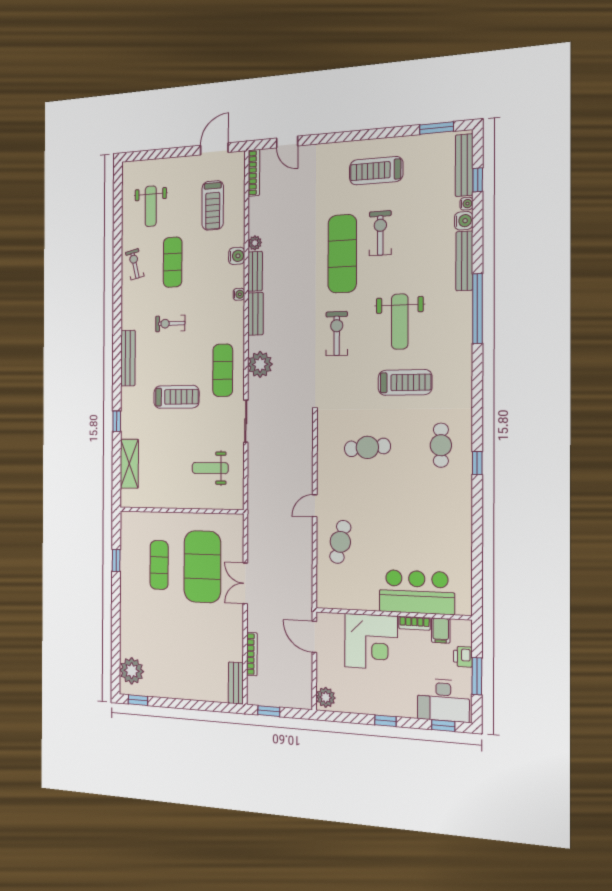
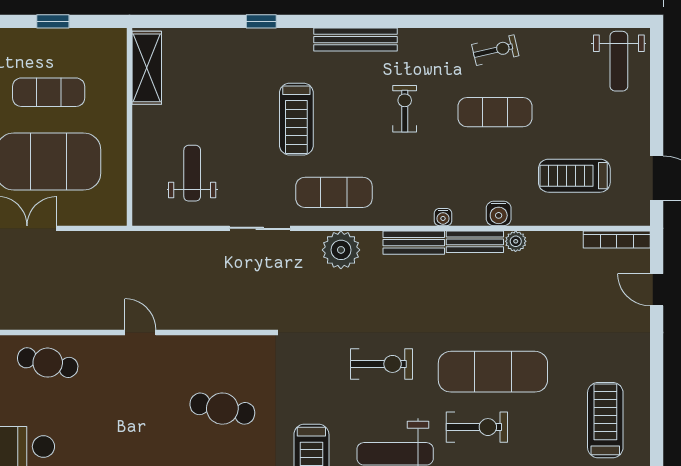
door: (287, 142) -> (657, 290), hinge flipped
weight bench: (151, 206) -> (619, 61), moved, turned -90
exercise bike: (380, 233) -> (477, 427), moved
cafe table: (367, 447) -> (222, 409), turned -73
shelving: (129, 464) -> (147, 68), moved, turned 90
cafe table: (340, 542) -> (48, 363), moved

